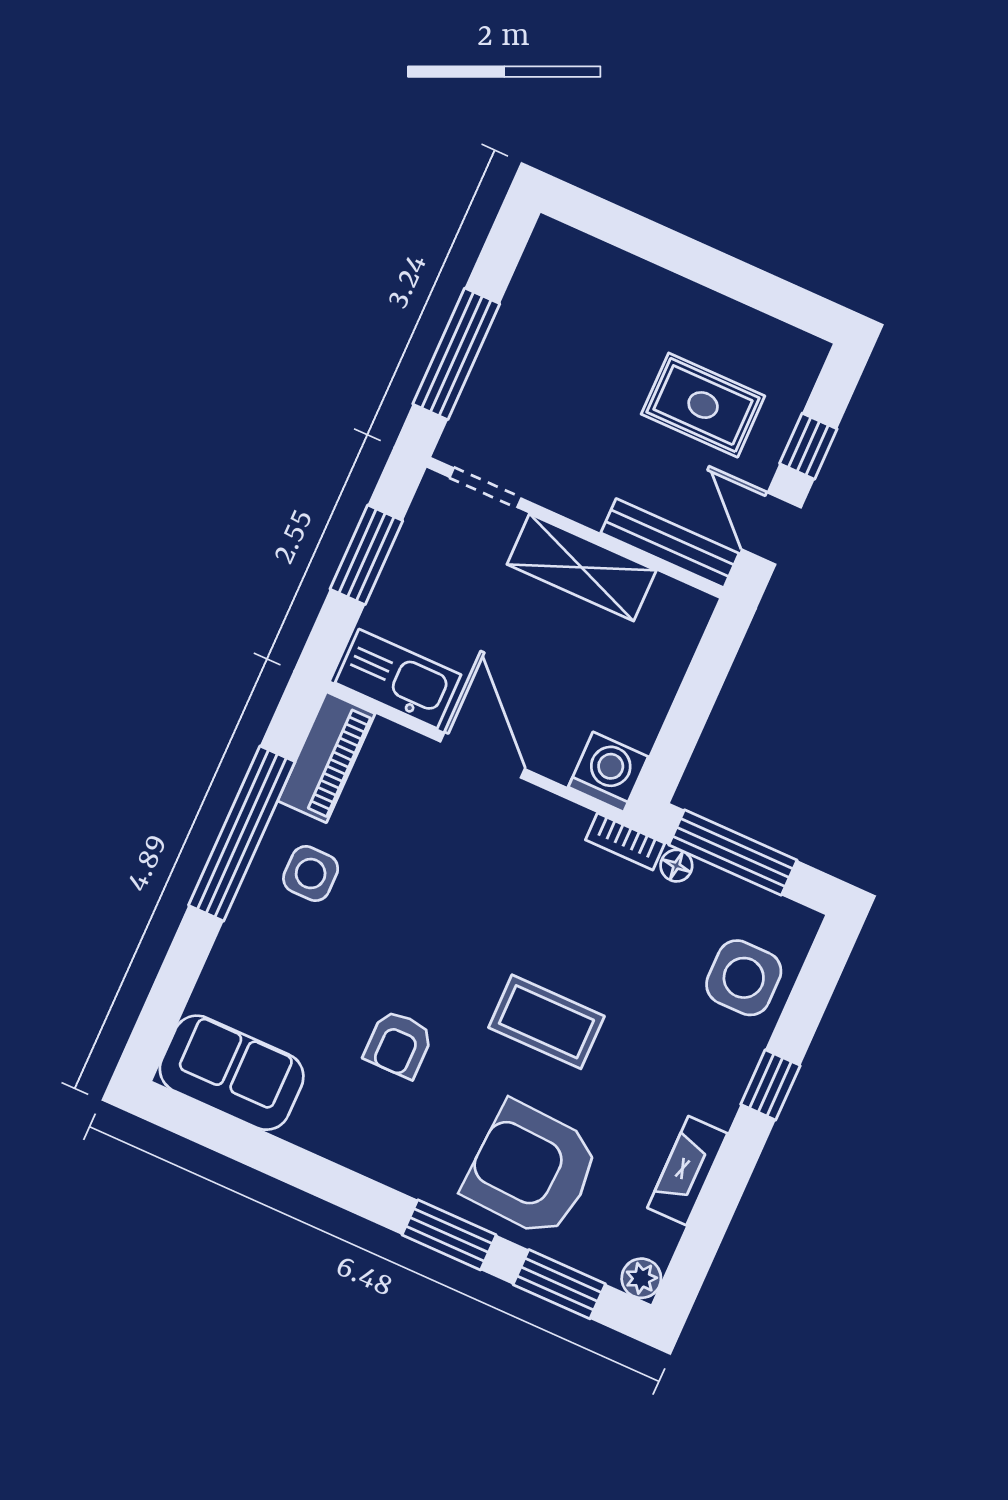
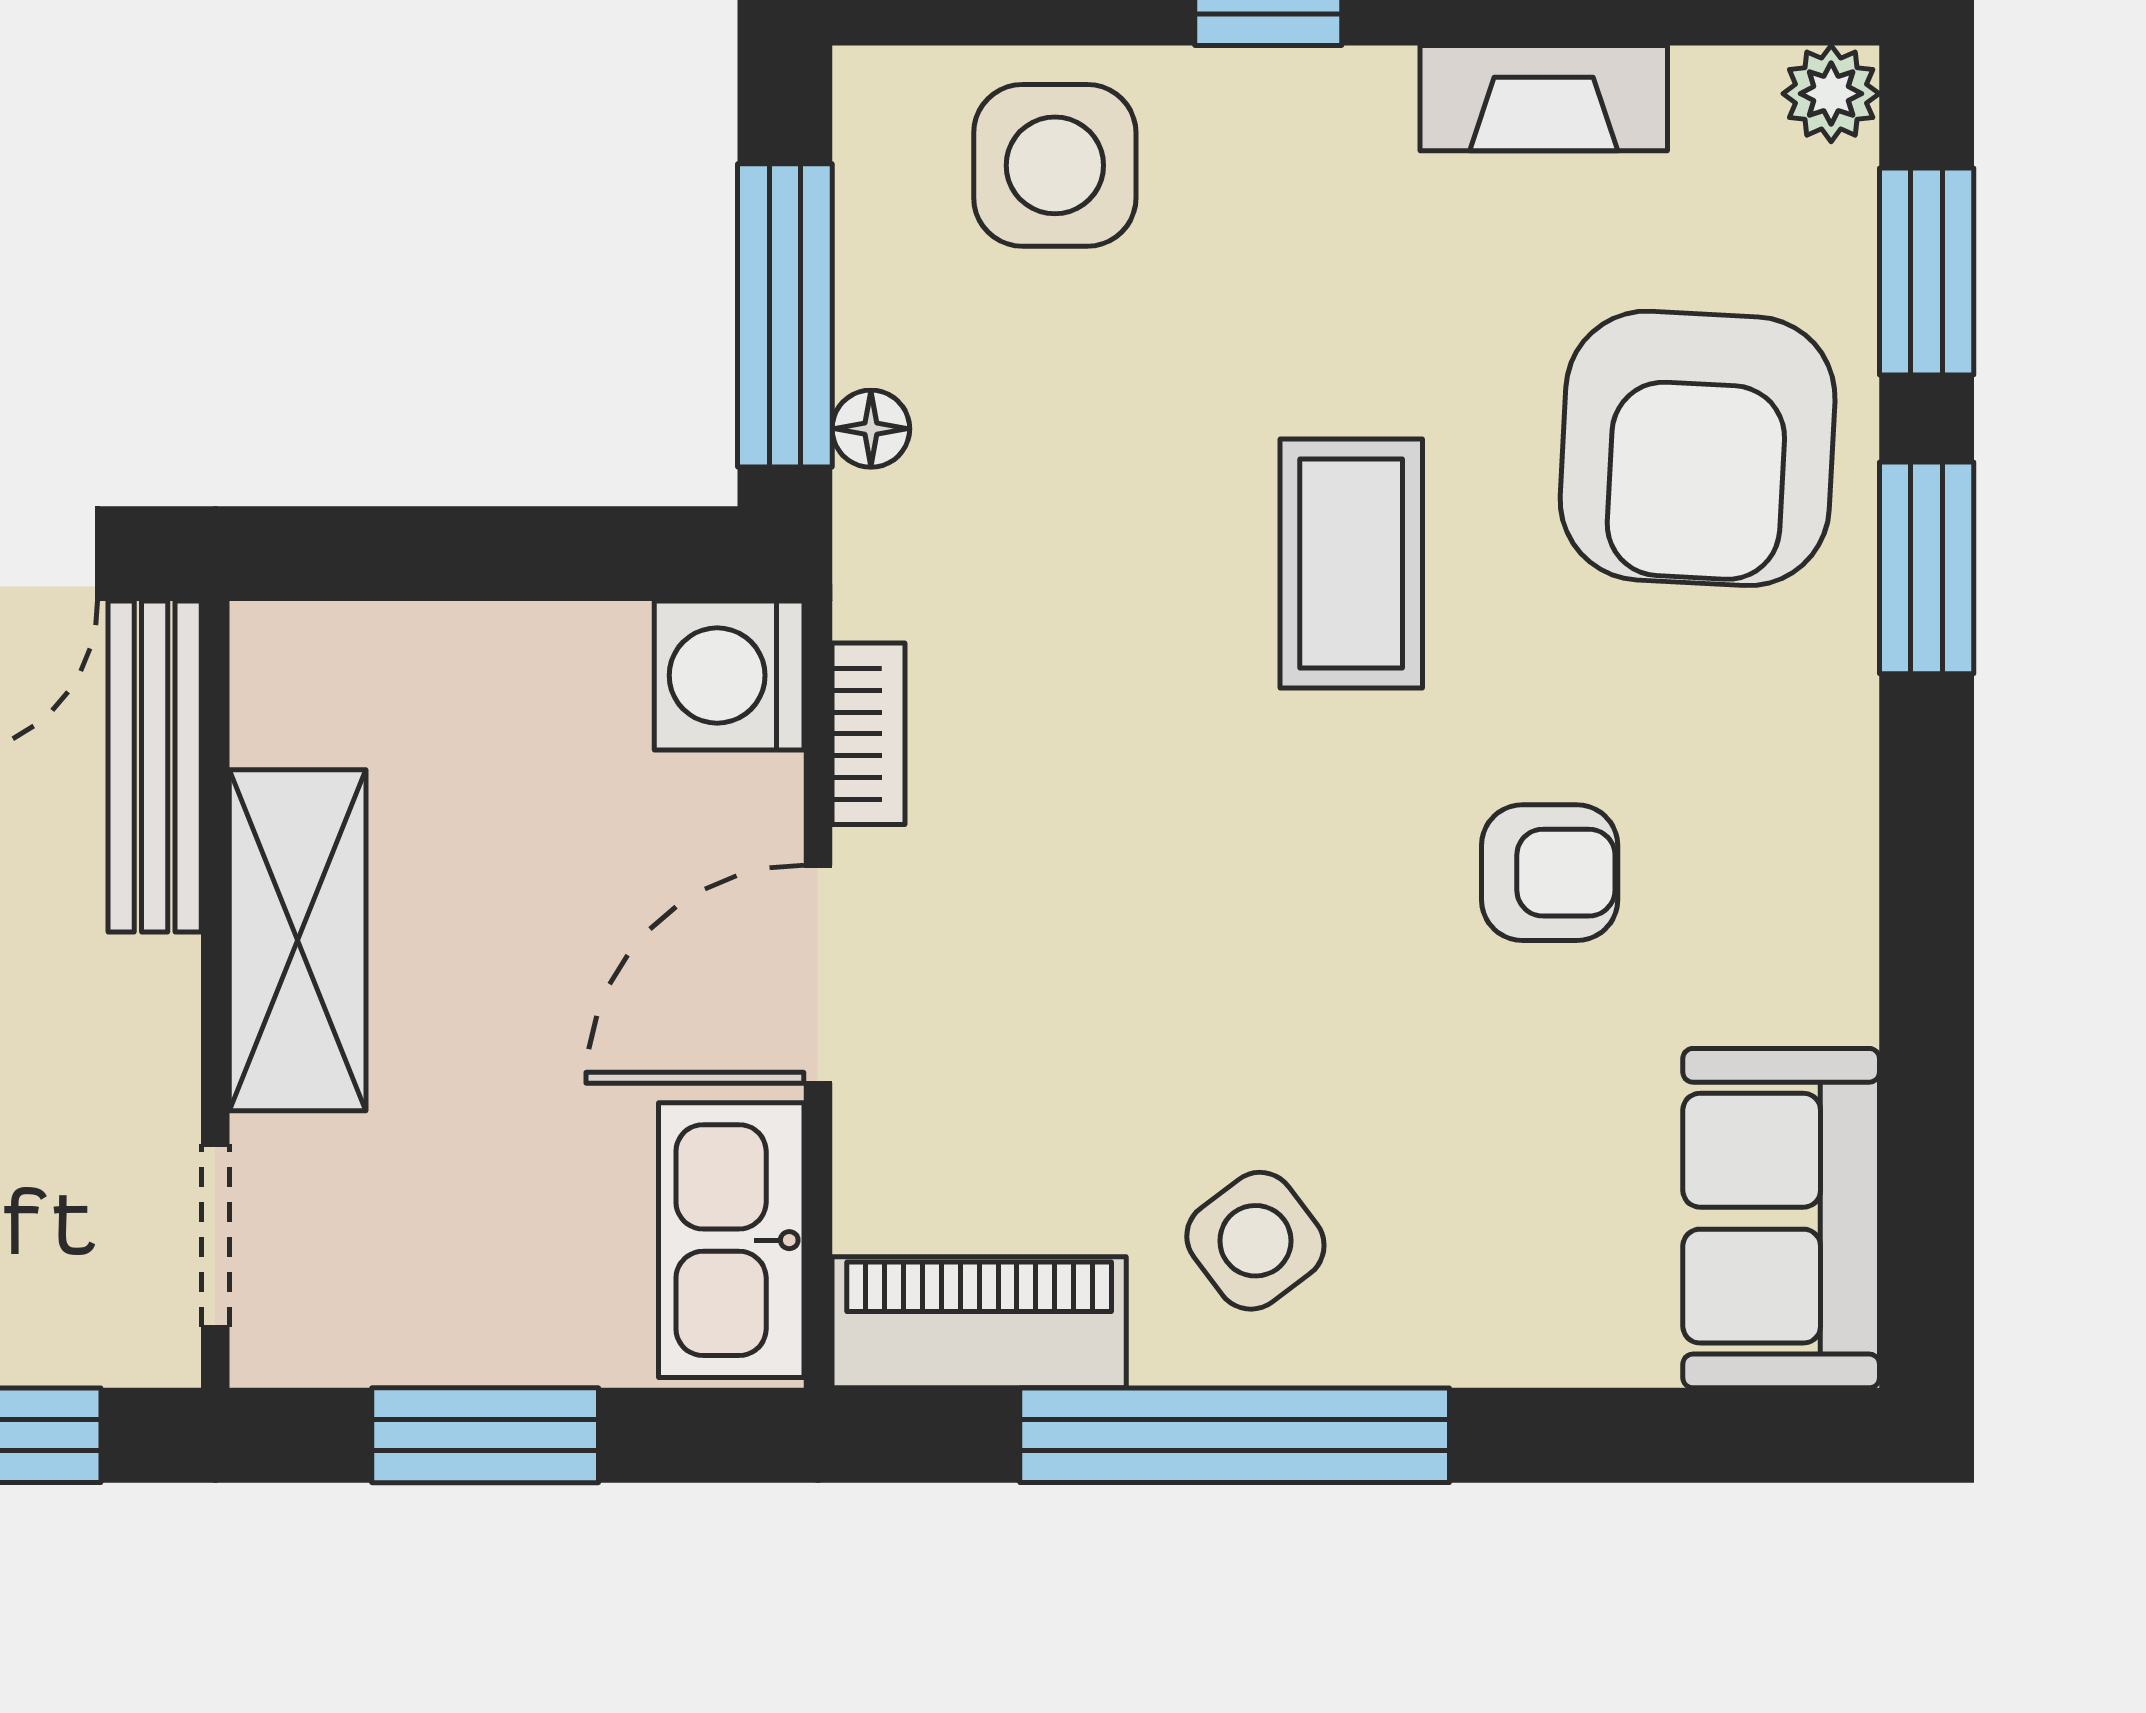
bookcase: (625, 842) -> (868, 734), moved
side table: (311, 874) -> (1255, 1241), turned -37

